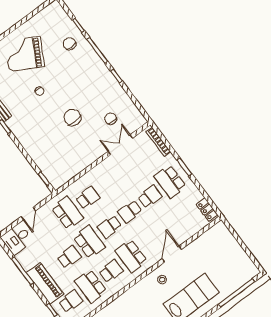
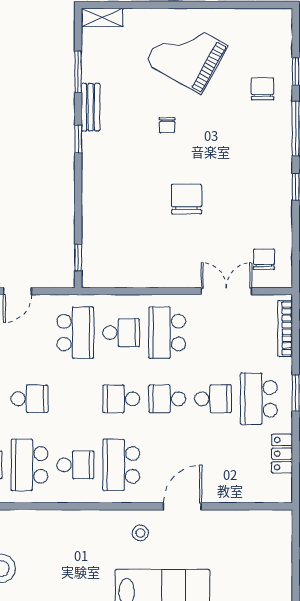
chair: (111, 119) -> (264, 259), moved
locker: (207, 210) -> (282, 454), moved
school desk: (89, 242) -> (167, 333), moved, turned 180

